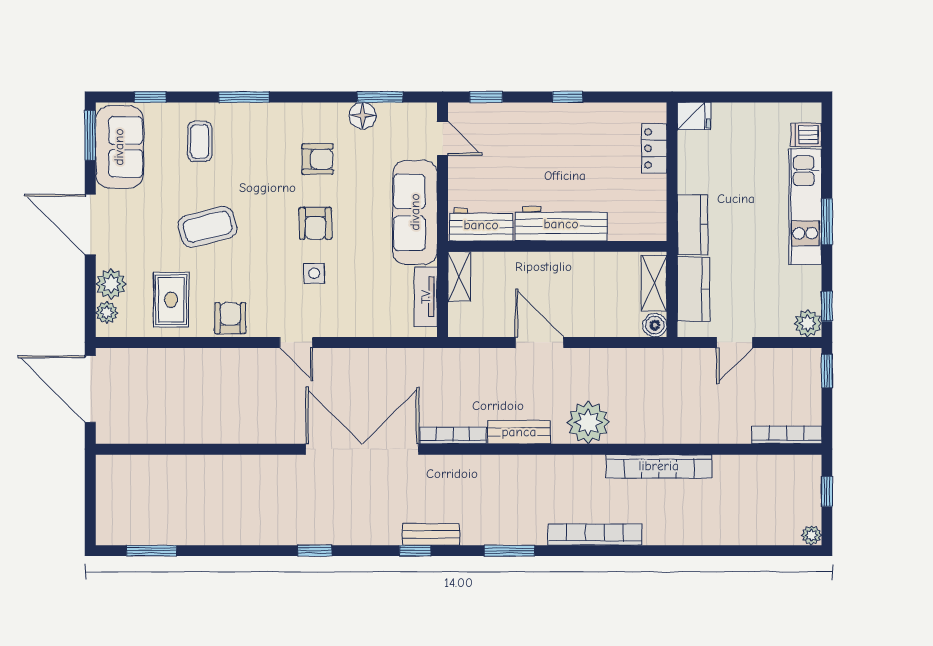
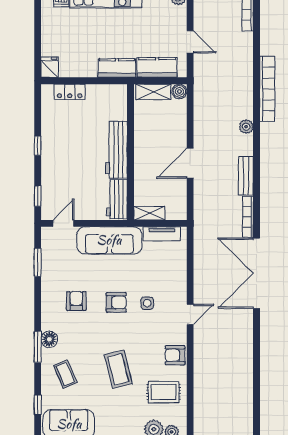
floor lamp: (363, 116) -> (49, 339), moved
coffee table: (200, 141) -> (65, 374), turned 67
plant: (588, 423) -> (246, 127), width x0.53, depth x0.53

